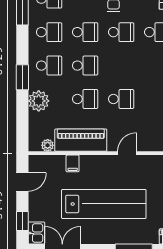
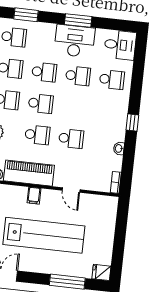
door: (127, 153) -> (71, 190), swing flipped
filing cabinet: (73, 163) -> (34, 196), moved

